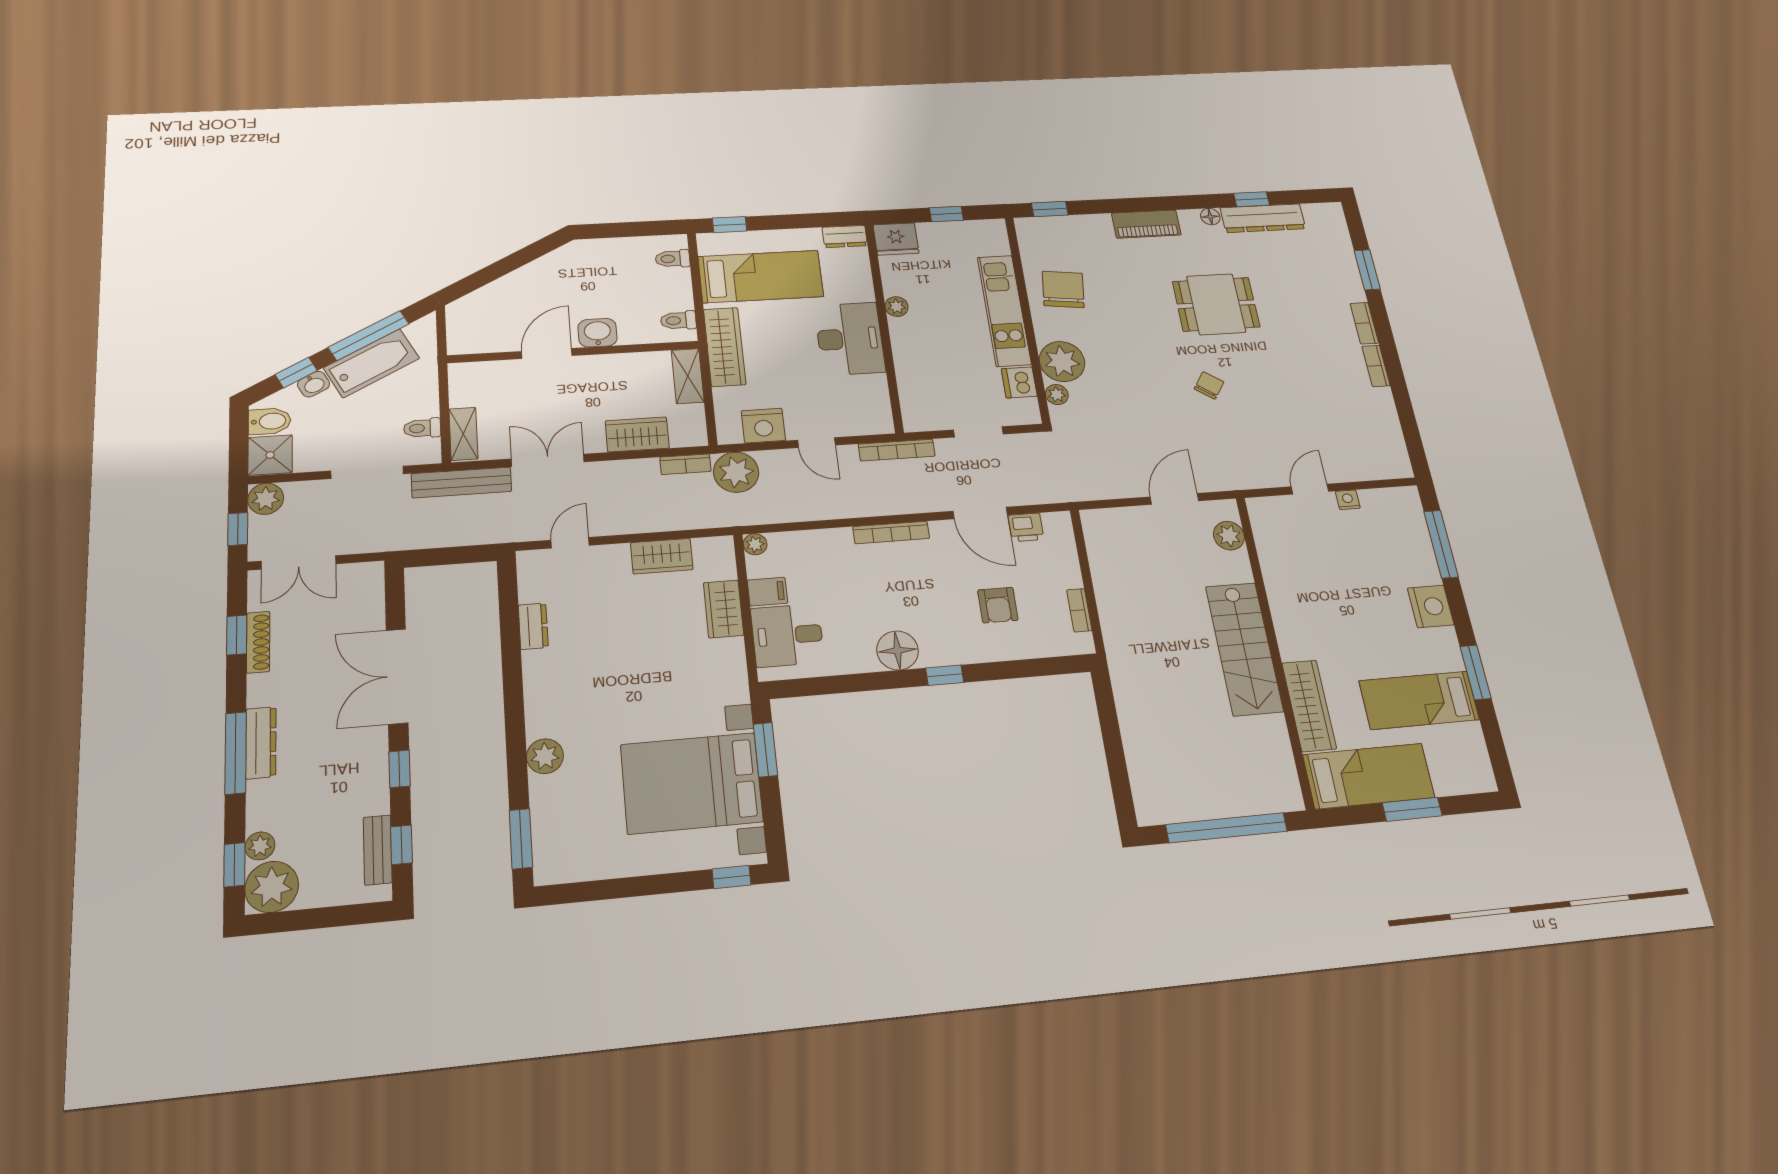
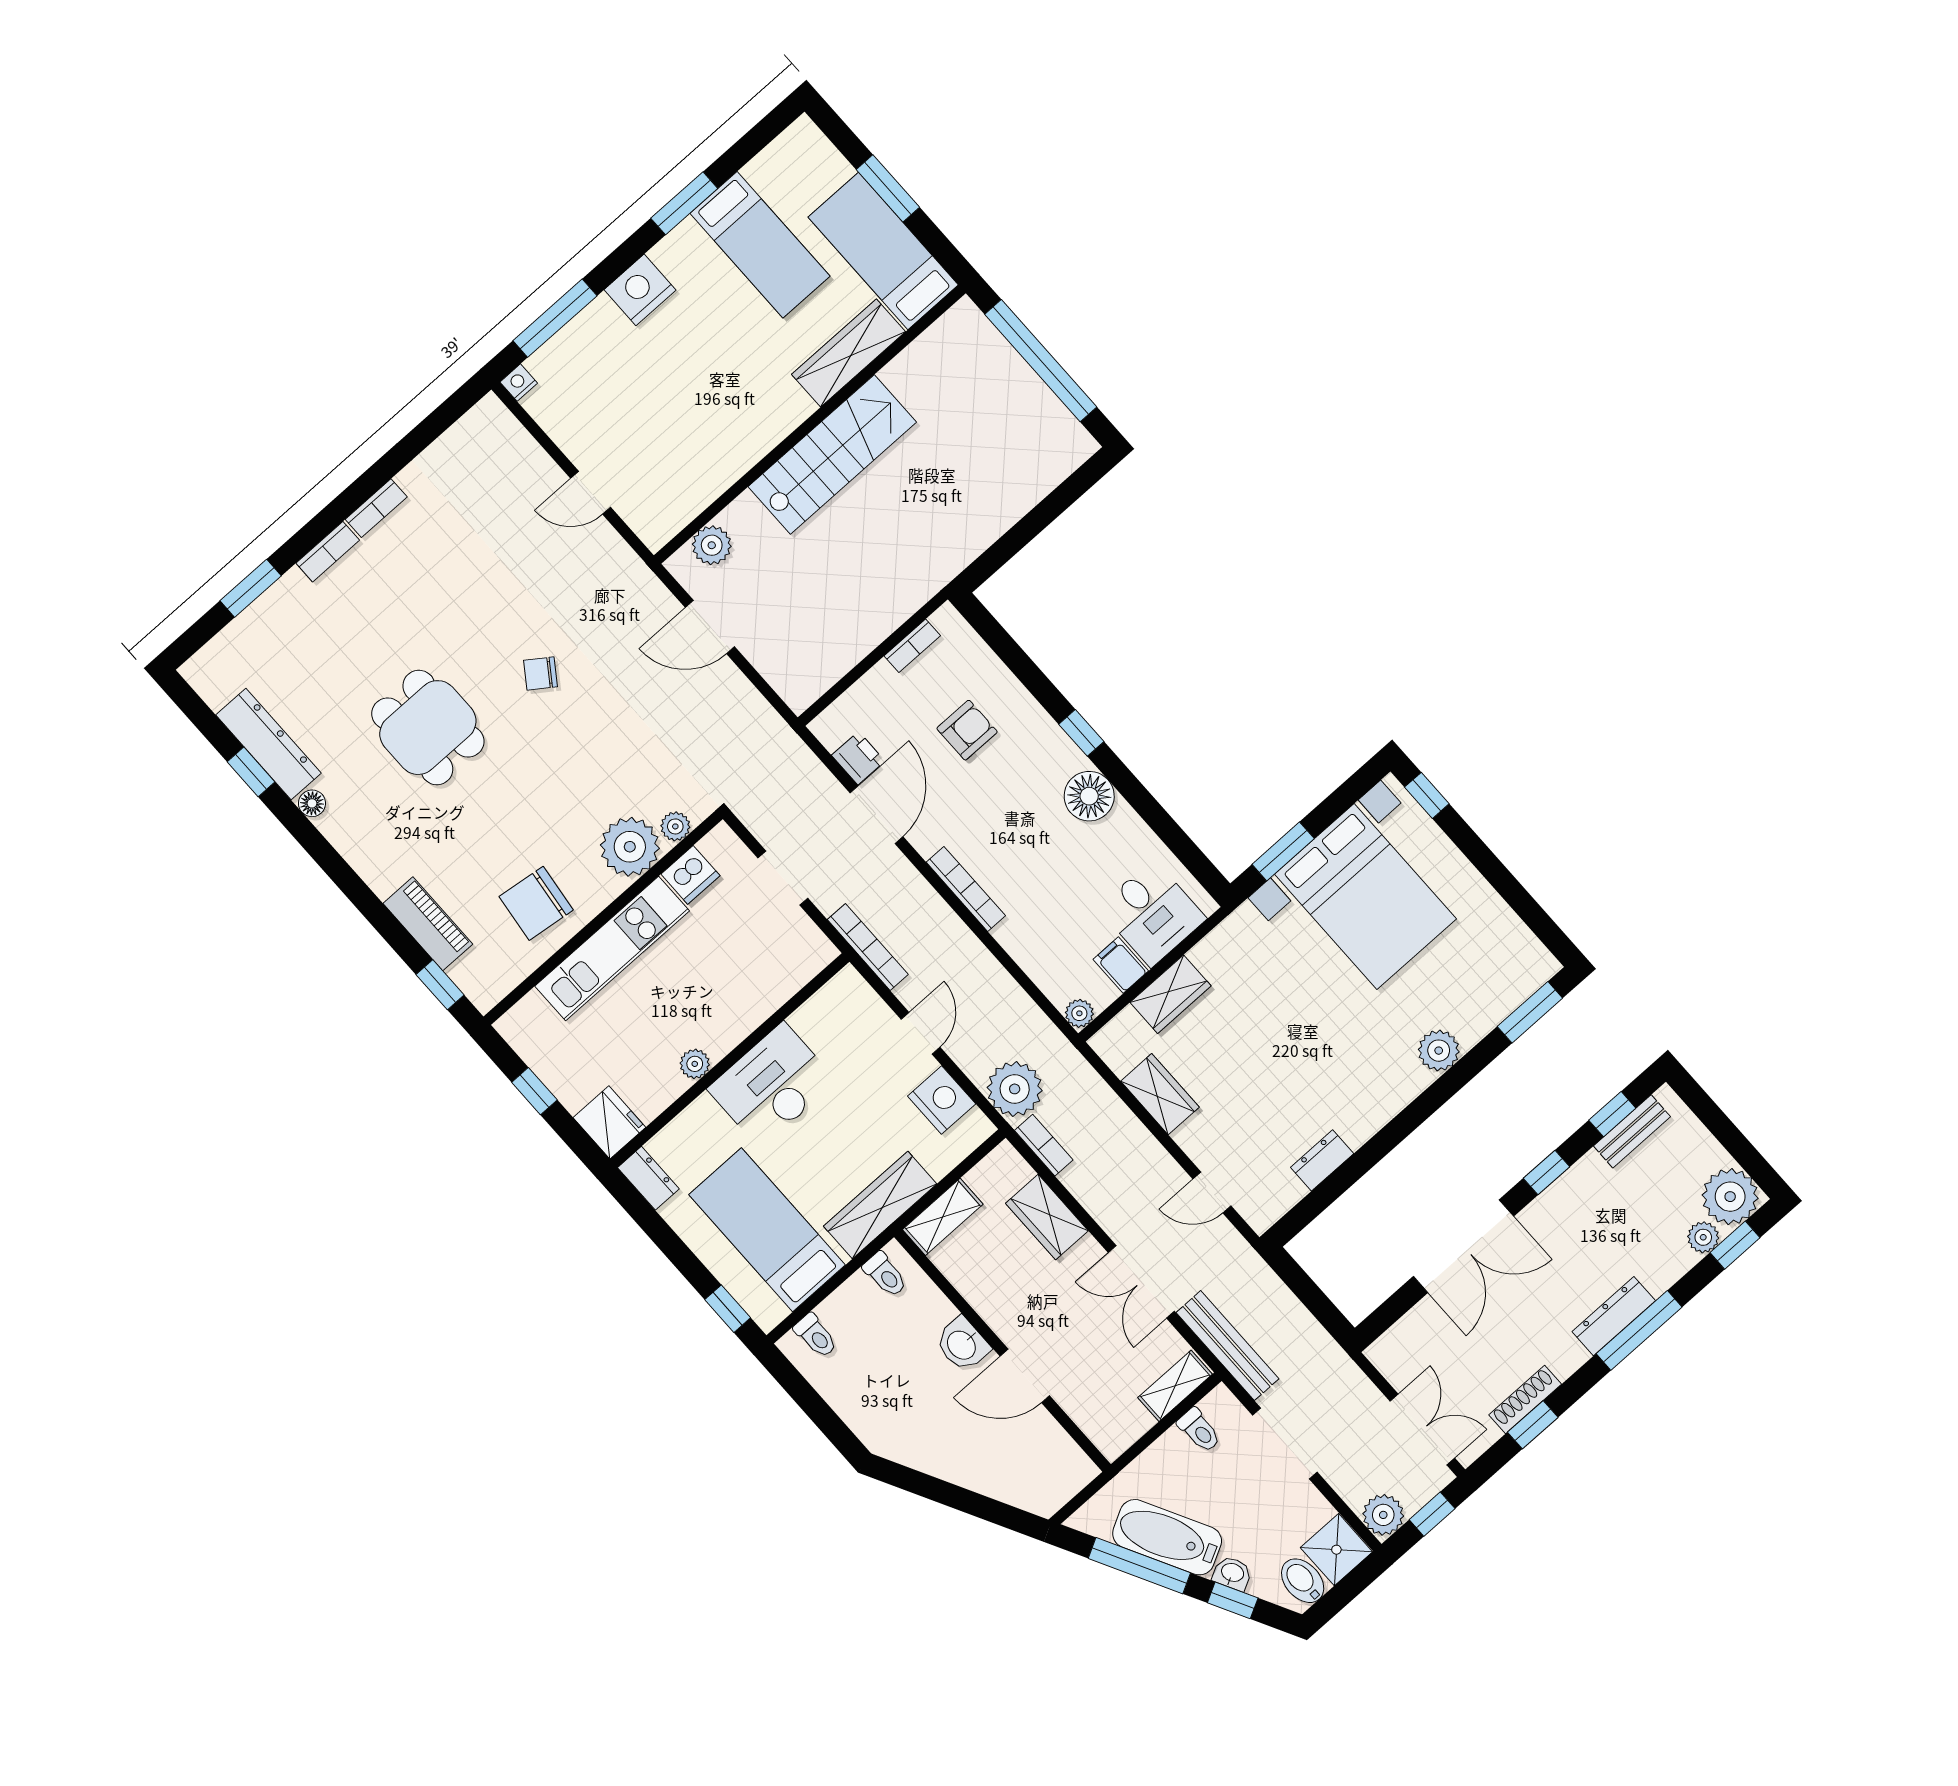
piano: (1146, 224) -> (428, 924), moved
nightstand: (1348, 500) -> (519, 383), moved, turned 90

